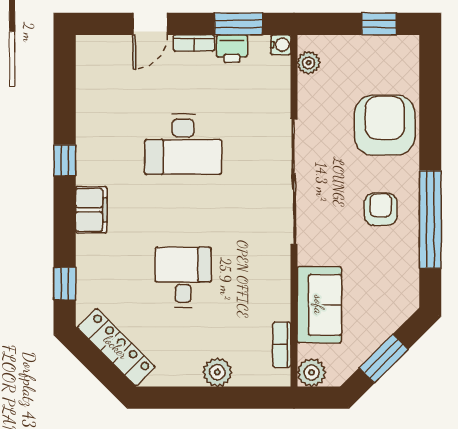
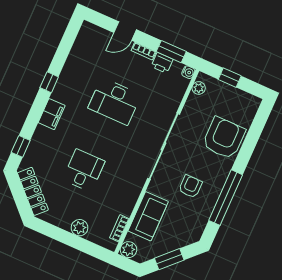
window: (379, 24) -> (230, 78), moved
armchair: (381, 209) -> (190, 186), moved

